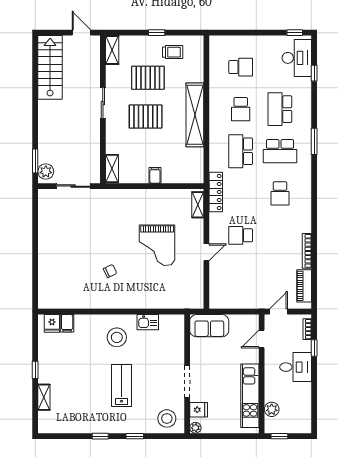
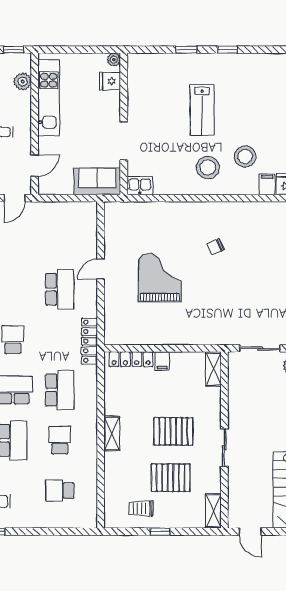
shelving: (195, 115) -> (112, 433), width x0.45, depth x0.75
locker: (181, 177) -> (131, 359), added
shelving: (198, 205) -> (111, 326), removed
school desk: (241, 235) -> (60, 289), width x1.85
kitchen sink: (148, 322) -> (140, 186), moved
doorway: (187, 382) -> (124, 141), moved
stool: (167, 418) -> (245, 156), moved

